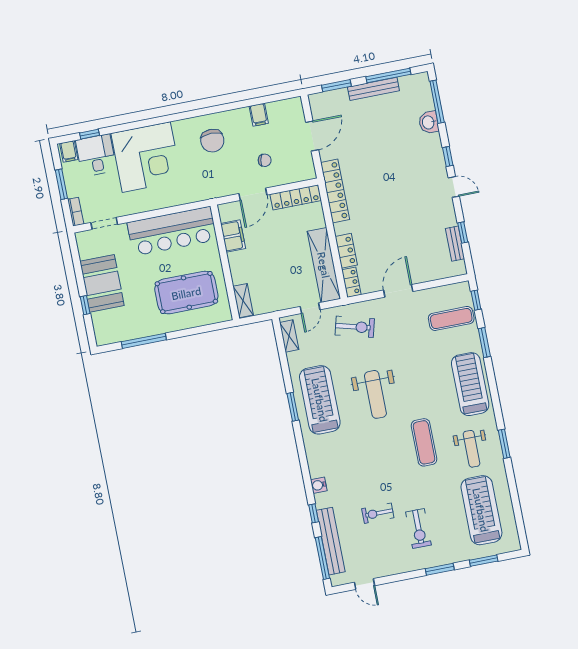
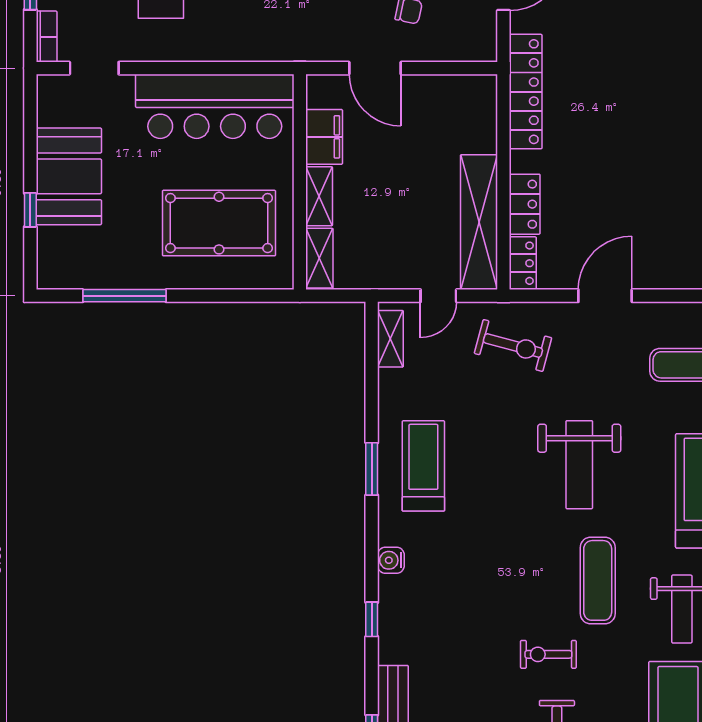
door: (253, 194) -> (375, 68), hinge flipped
locker: (296, 197) -> (452, 89), removed
shelving: (237, 268) -> (319, 196), added
weight bench: (375, 394) -> (579, 465), moved
treadmill: (320, 400) -> (423, 466), width x0.73, depth x0.73
water cooler: (319, 485) -> (391, 560), moved
window: (314, 513) -> (372, 619), moved
exercise bike: (378, 513) -> (548, 654), moved

